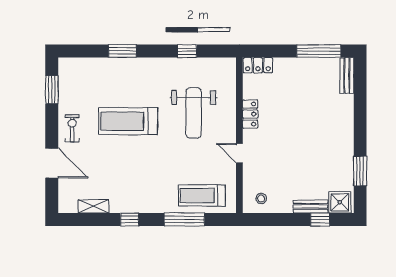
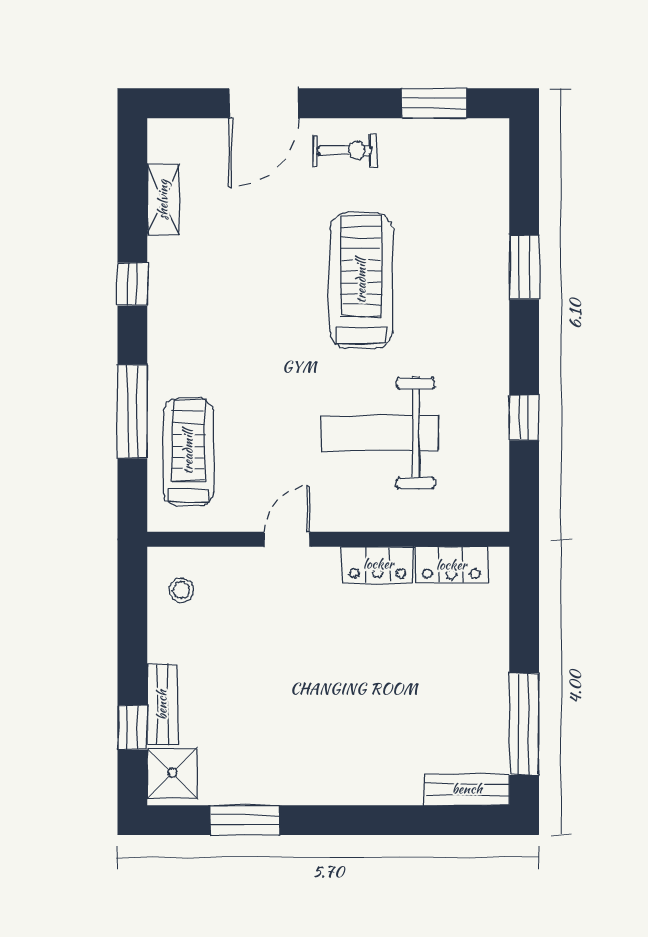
locker: (258, 65) -> (451, 565), moved, turned -90

